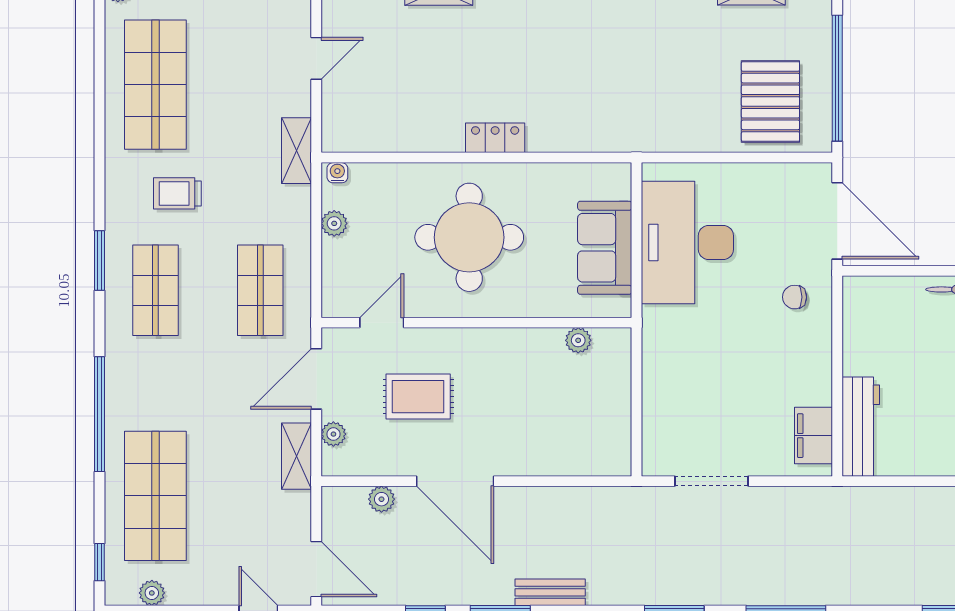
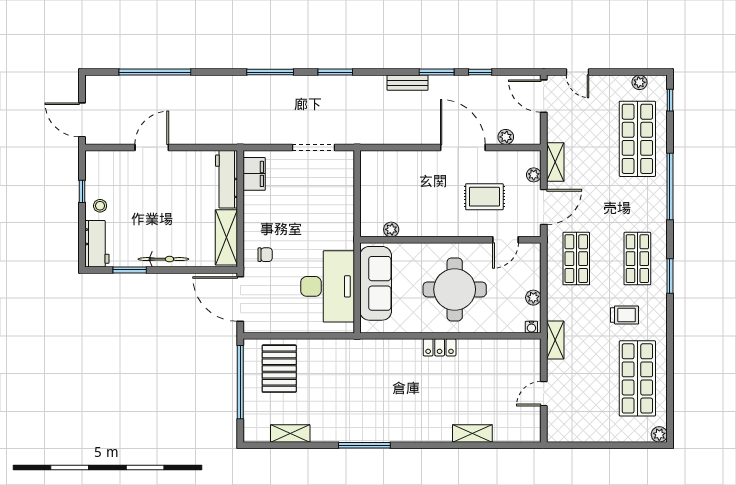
sofa: (605, 248) -> (376, 283), width x1.36
shelving: (861, 327) -> (226, 237), added

